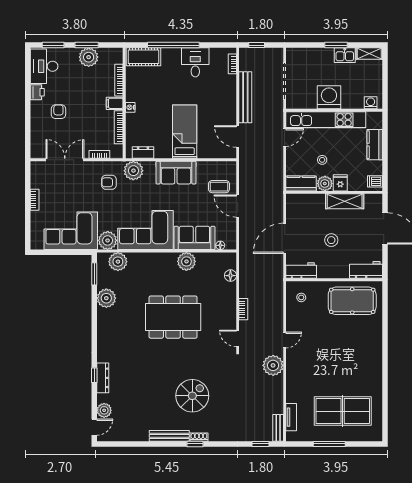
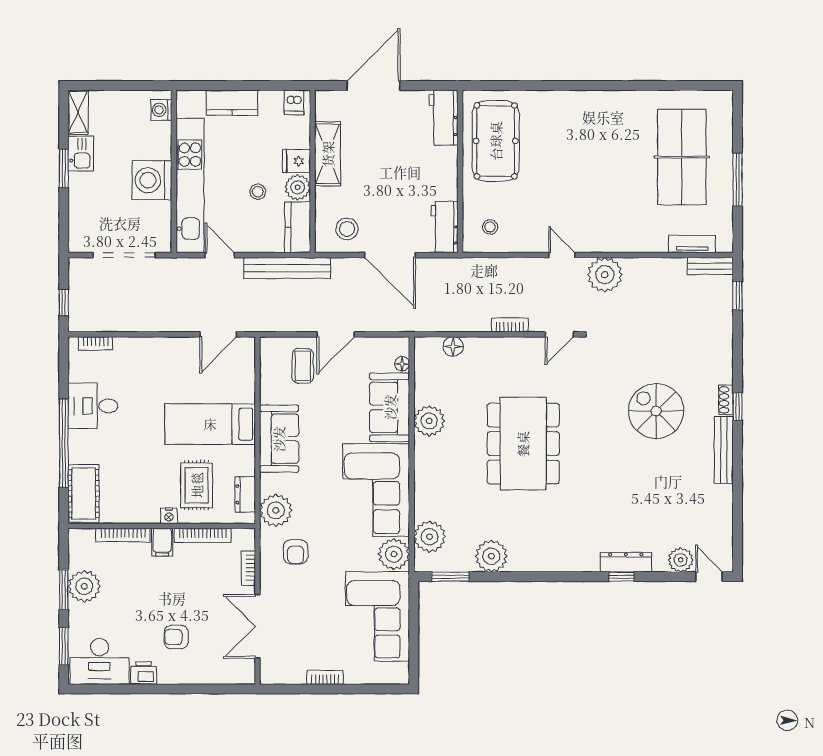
bench: (245, 97) -> (287, 268), moved
rug: (148, 124) -> (197, 485), added
stool: (331, 240) -> (347, 229), moved

